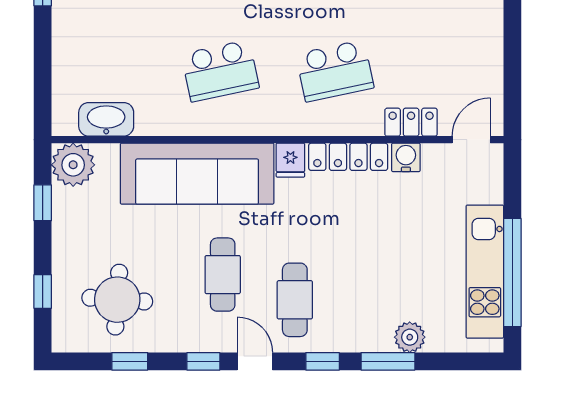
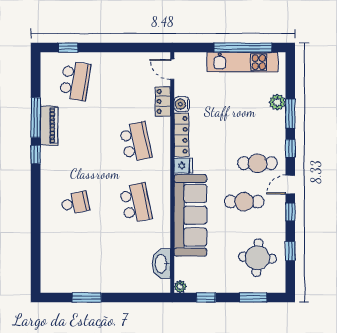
plant: (73, 165) -> (180, 287), width x0.53, depth x0.53
window: (43, 292) -> (253, 297), width x1.50

